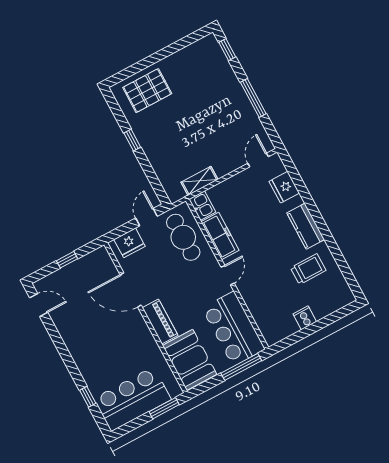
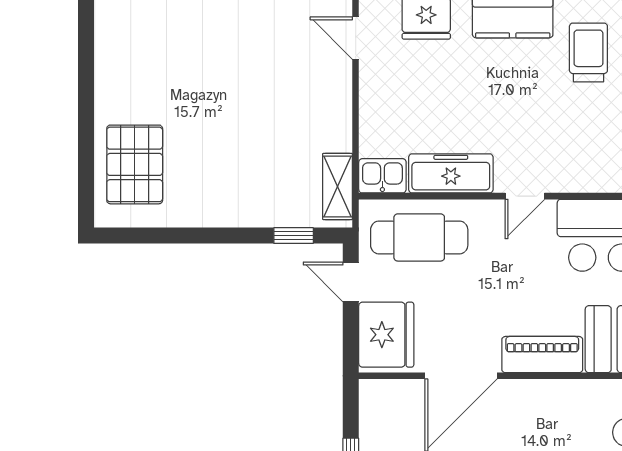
window: (132, 140) -> (294, 236), moved
shelving: (200, 181) -> (338, 186), moved
fridge: (129, 243) -> (386, 335), width x1.36, depth x1.34
door: (228, 275) -> (525, 196), swing flipped

